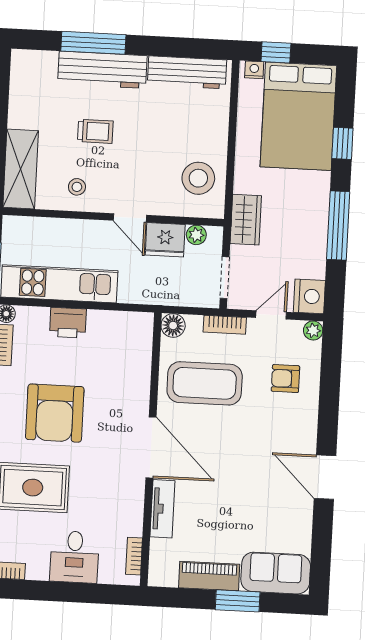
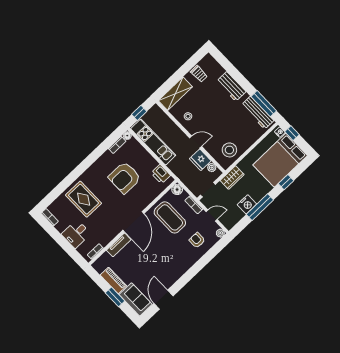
window: (93, 43) -> (264, 104), moved
workbench: (102, 70) -> (231, 86), width x0.73
trolley: (95, 131) -> (199, 74), moved
door: (130, 218) -> (196, 142), swing flipped
nightstand: (309, 296) -> (247, 204), moved
printer: (68, 323) -> (161, 174), moved
armchair: (55, 413) -> (125, 178), moved
door: (325, 477) -> (163, 300), moved

